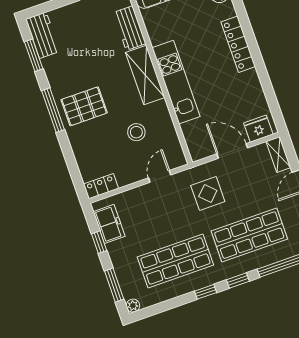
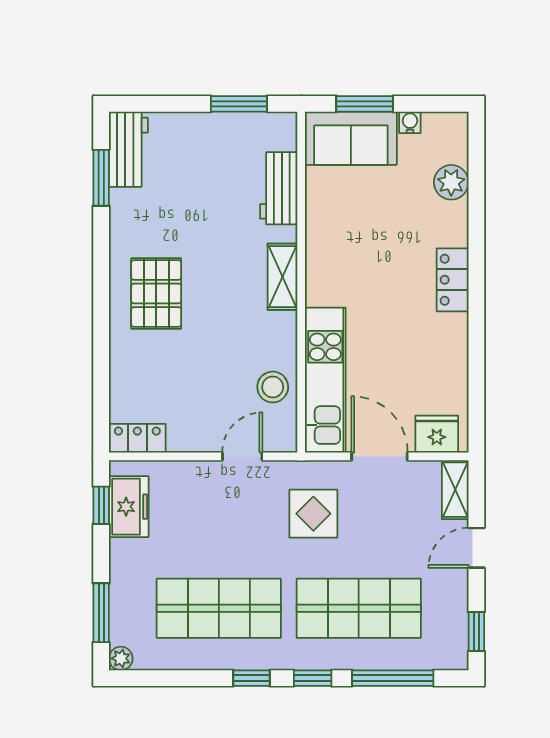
locker: (238, 44) -> (453, 280), width x0.66
shelving: (145, 75) -> (283, 277), width x0.67, depth x0.75
kitchen unit: (176, 82) -> (325, 380), moved
pallet: (84, 106) -> (156, 293), turned 90
window: (53, 110) -> (101, 282), removed
stool: (136, 132) -> (273, 387), moved
window: (99, 242) -> (101, 505), moved

